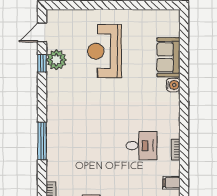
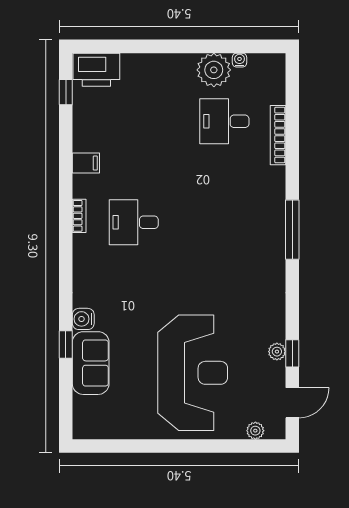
plant: (65, 15) -> (255, 431), added
reception desk: (104, 51) -> (193, 373), width x1.36, depth x1.30
plant: (56, 60) -> (277, 352), width x0.53, depth x0.53
window: (184, 69) -> (66, 345), added

